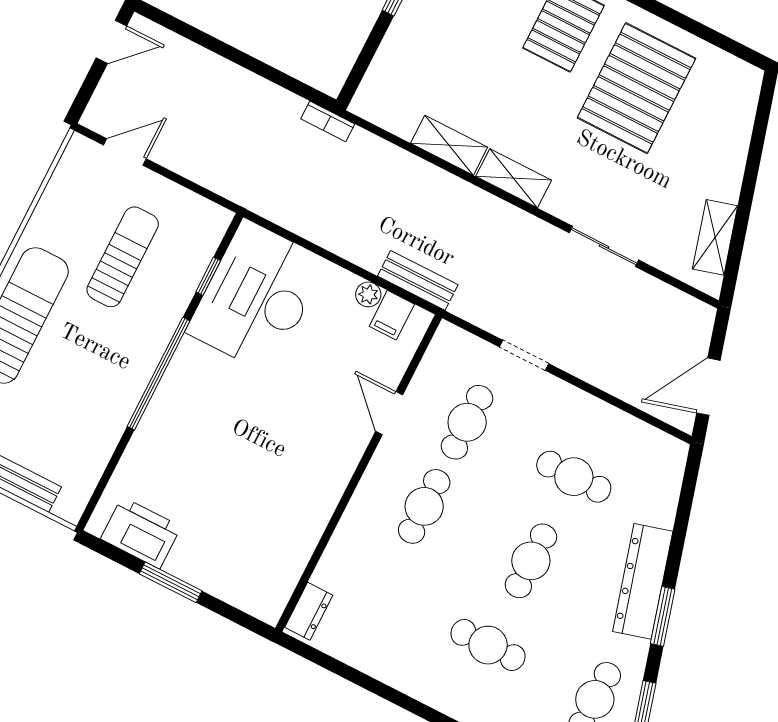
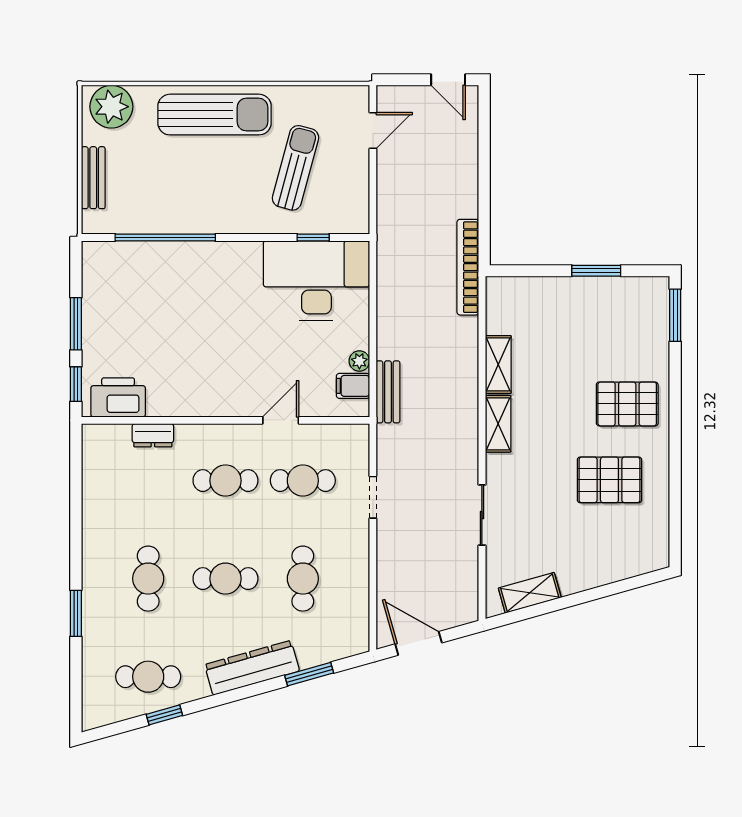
pallet: (636, 88) -> (609, 480), width x0.73, depth x0.71
bookcase: (328, 121) -> (468, 267), width x2.31, depth x1.31
door: (125, 152) -> (373, 130), hinge flipped
sun lounger: (123, 257) -> (295, 168), turned -75
window: (159, 374) -> (165, 237), moved
printer: (141, 533) -> (118, 397), moved, turned -90
dresser: (309, 611) -> (153, 435), moved
window: (236, 616) -> (76, 384), added
window: (663, 616) -> (309, 674), moved

